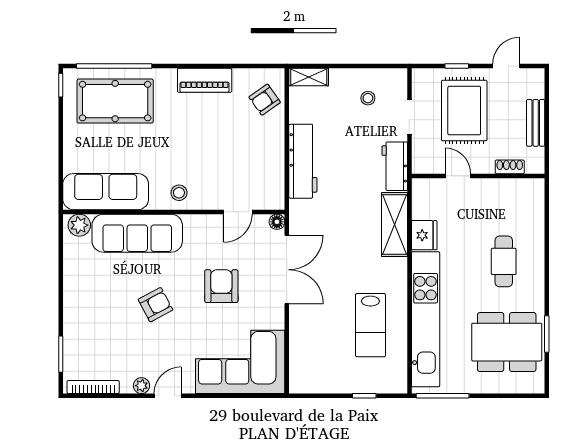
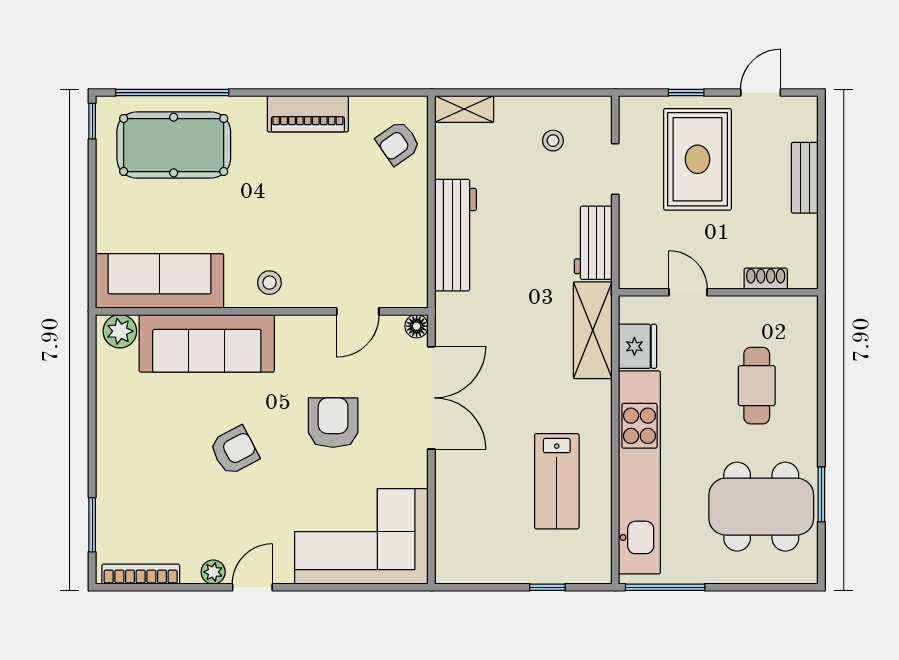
shoe rack: (510, 167) -> (766, 279), moved
door: (458, 176) -> (688, 292), moved
wall: (478, 176) -> (718, 292), moved

